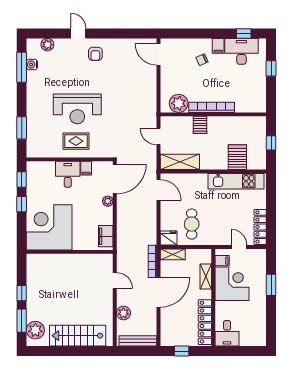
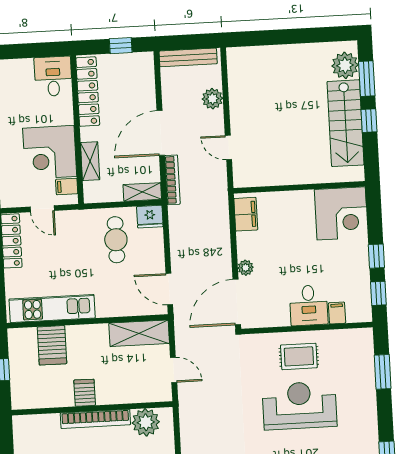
server rack: (200, 125) -> (85, 393), moved
filing cabinet: (86, 168) -> (337, 313), moved
corner desk: (49, 227) -> (341, 213), width x0.74, depth x0.74
stairs: (78, 336) -> (346, 123), moved, turned 90

